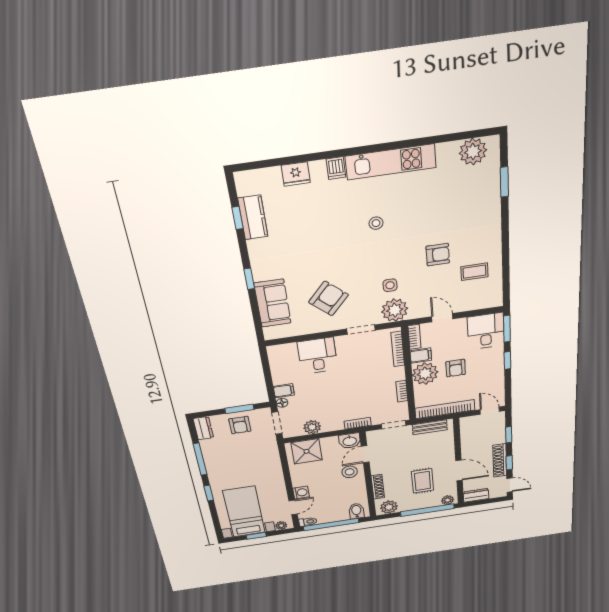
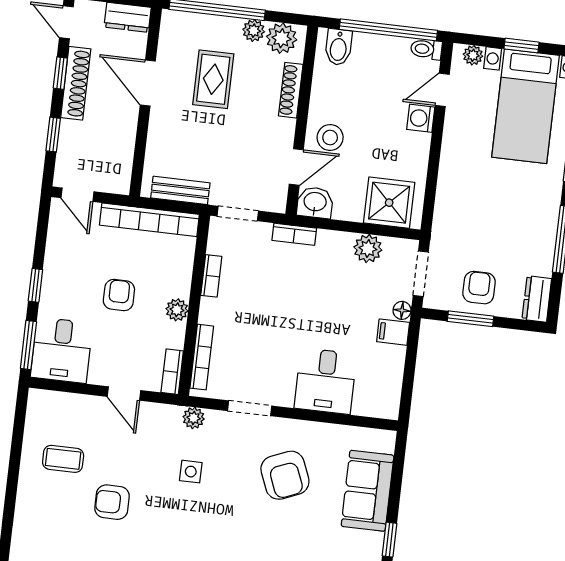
armchair: (329, 298) -> (285, 475), turned -64
plant: (395, 310) -> (194, 418), width x0.53, depth x0.53
filing cabinet: (421, 356) -> (169, 335), removed
plant: (425, 374) -> (177, 310), width x0.53, depth x0.53
plant: (448, 500) -> (254, 31), moved

